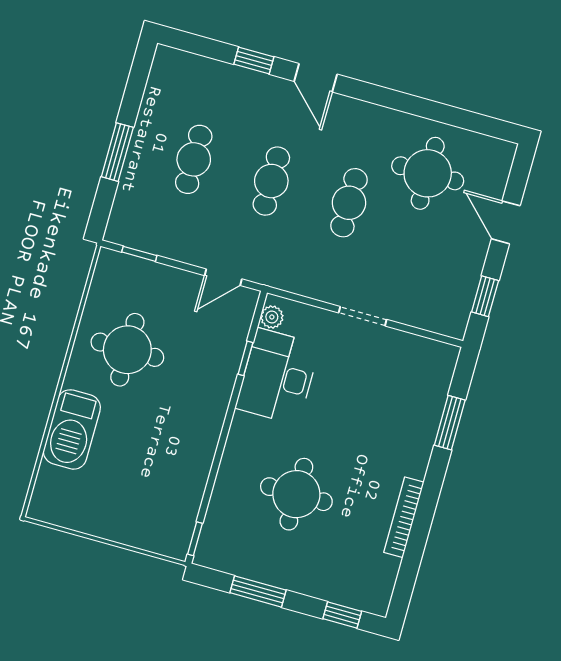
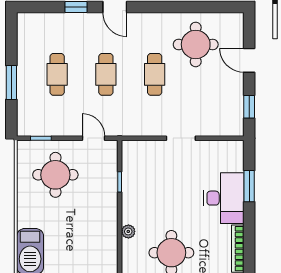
door: (223, 277) -> (94, 138), swing flipped
plant: (272, 317) -> (128, 231), moved
round table: (127, 350) -> (55, 175), moved
desk: (278, 377) -> (224, 198), moved, turned 180

